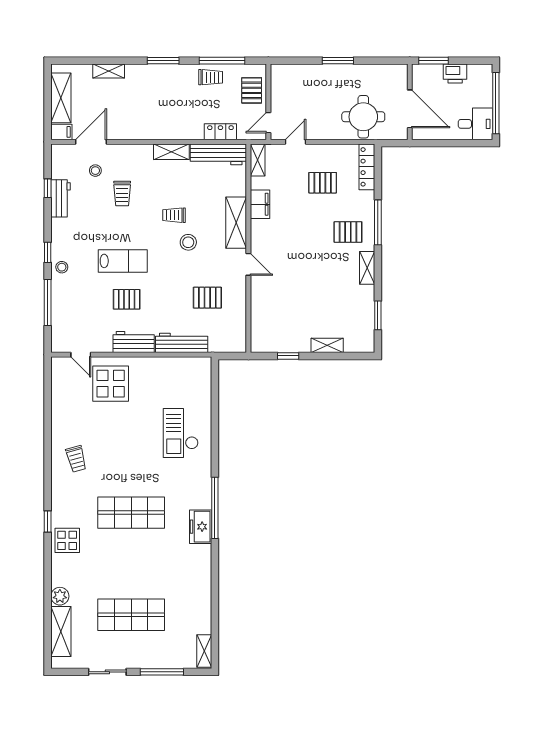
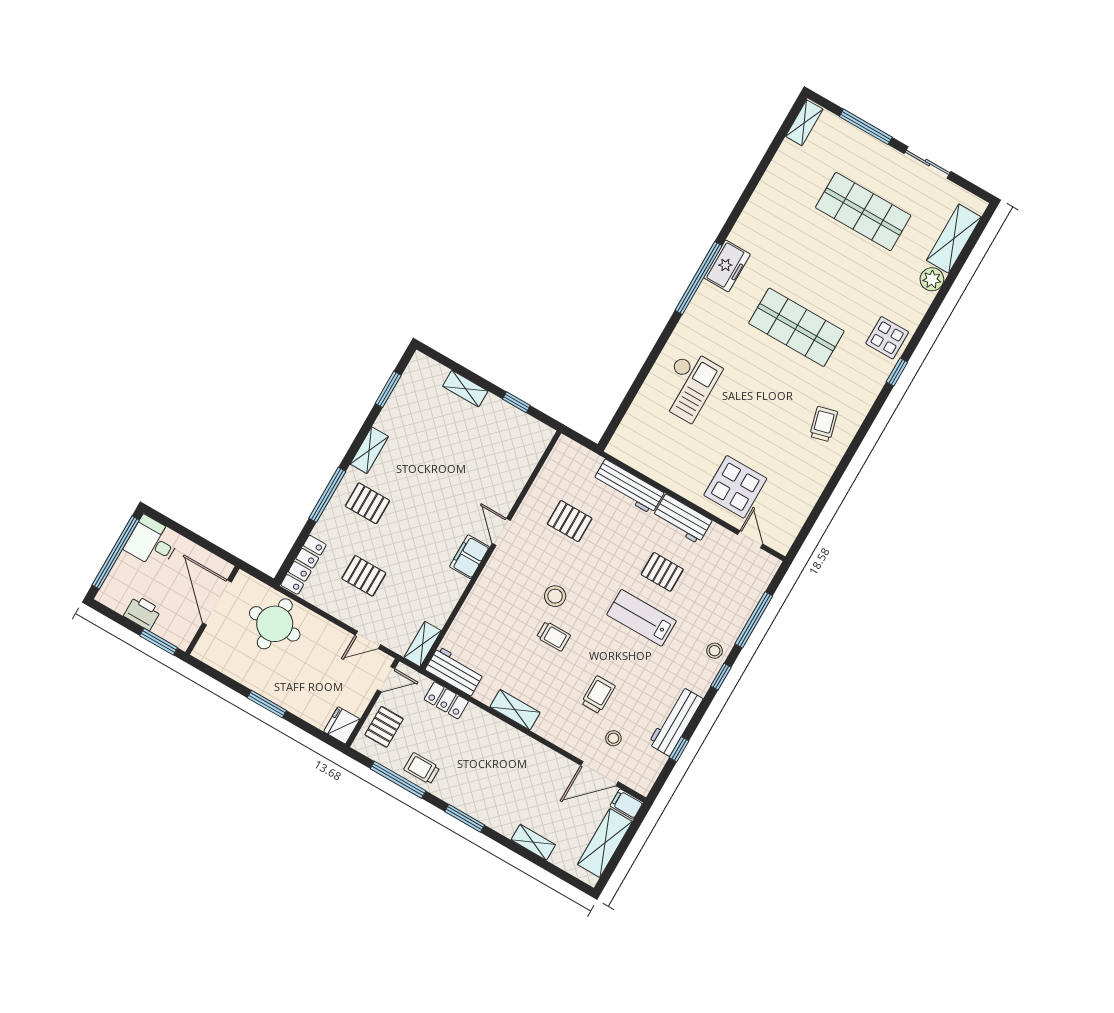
fridge: (280, 75) -> (342, 725), added
workbench: (218, 154) -> (455, 671), width x0.73
workbench: (61, 198) -> (676, 721), width x1.38
filing cabinet: (260, 204) -> (469, 557), moved
shelving: (236, 223) -> (488, 587), removed

